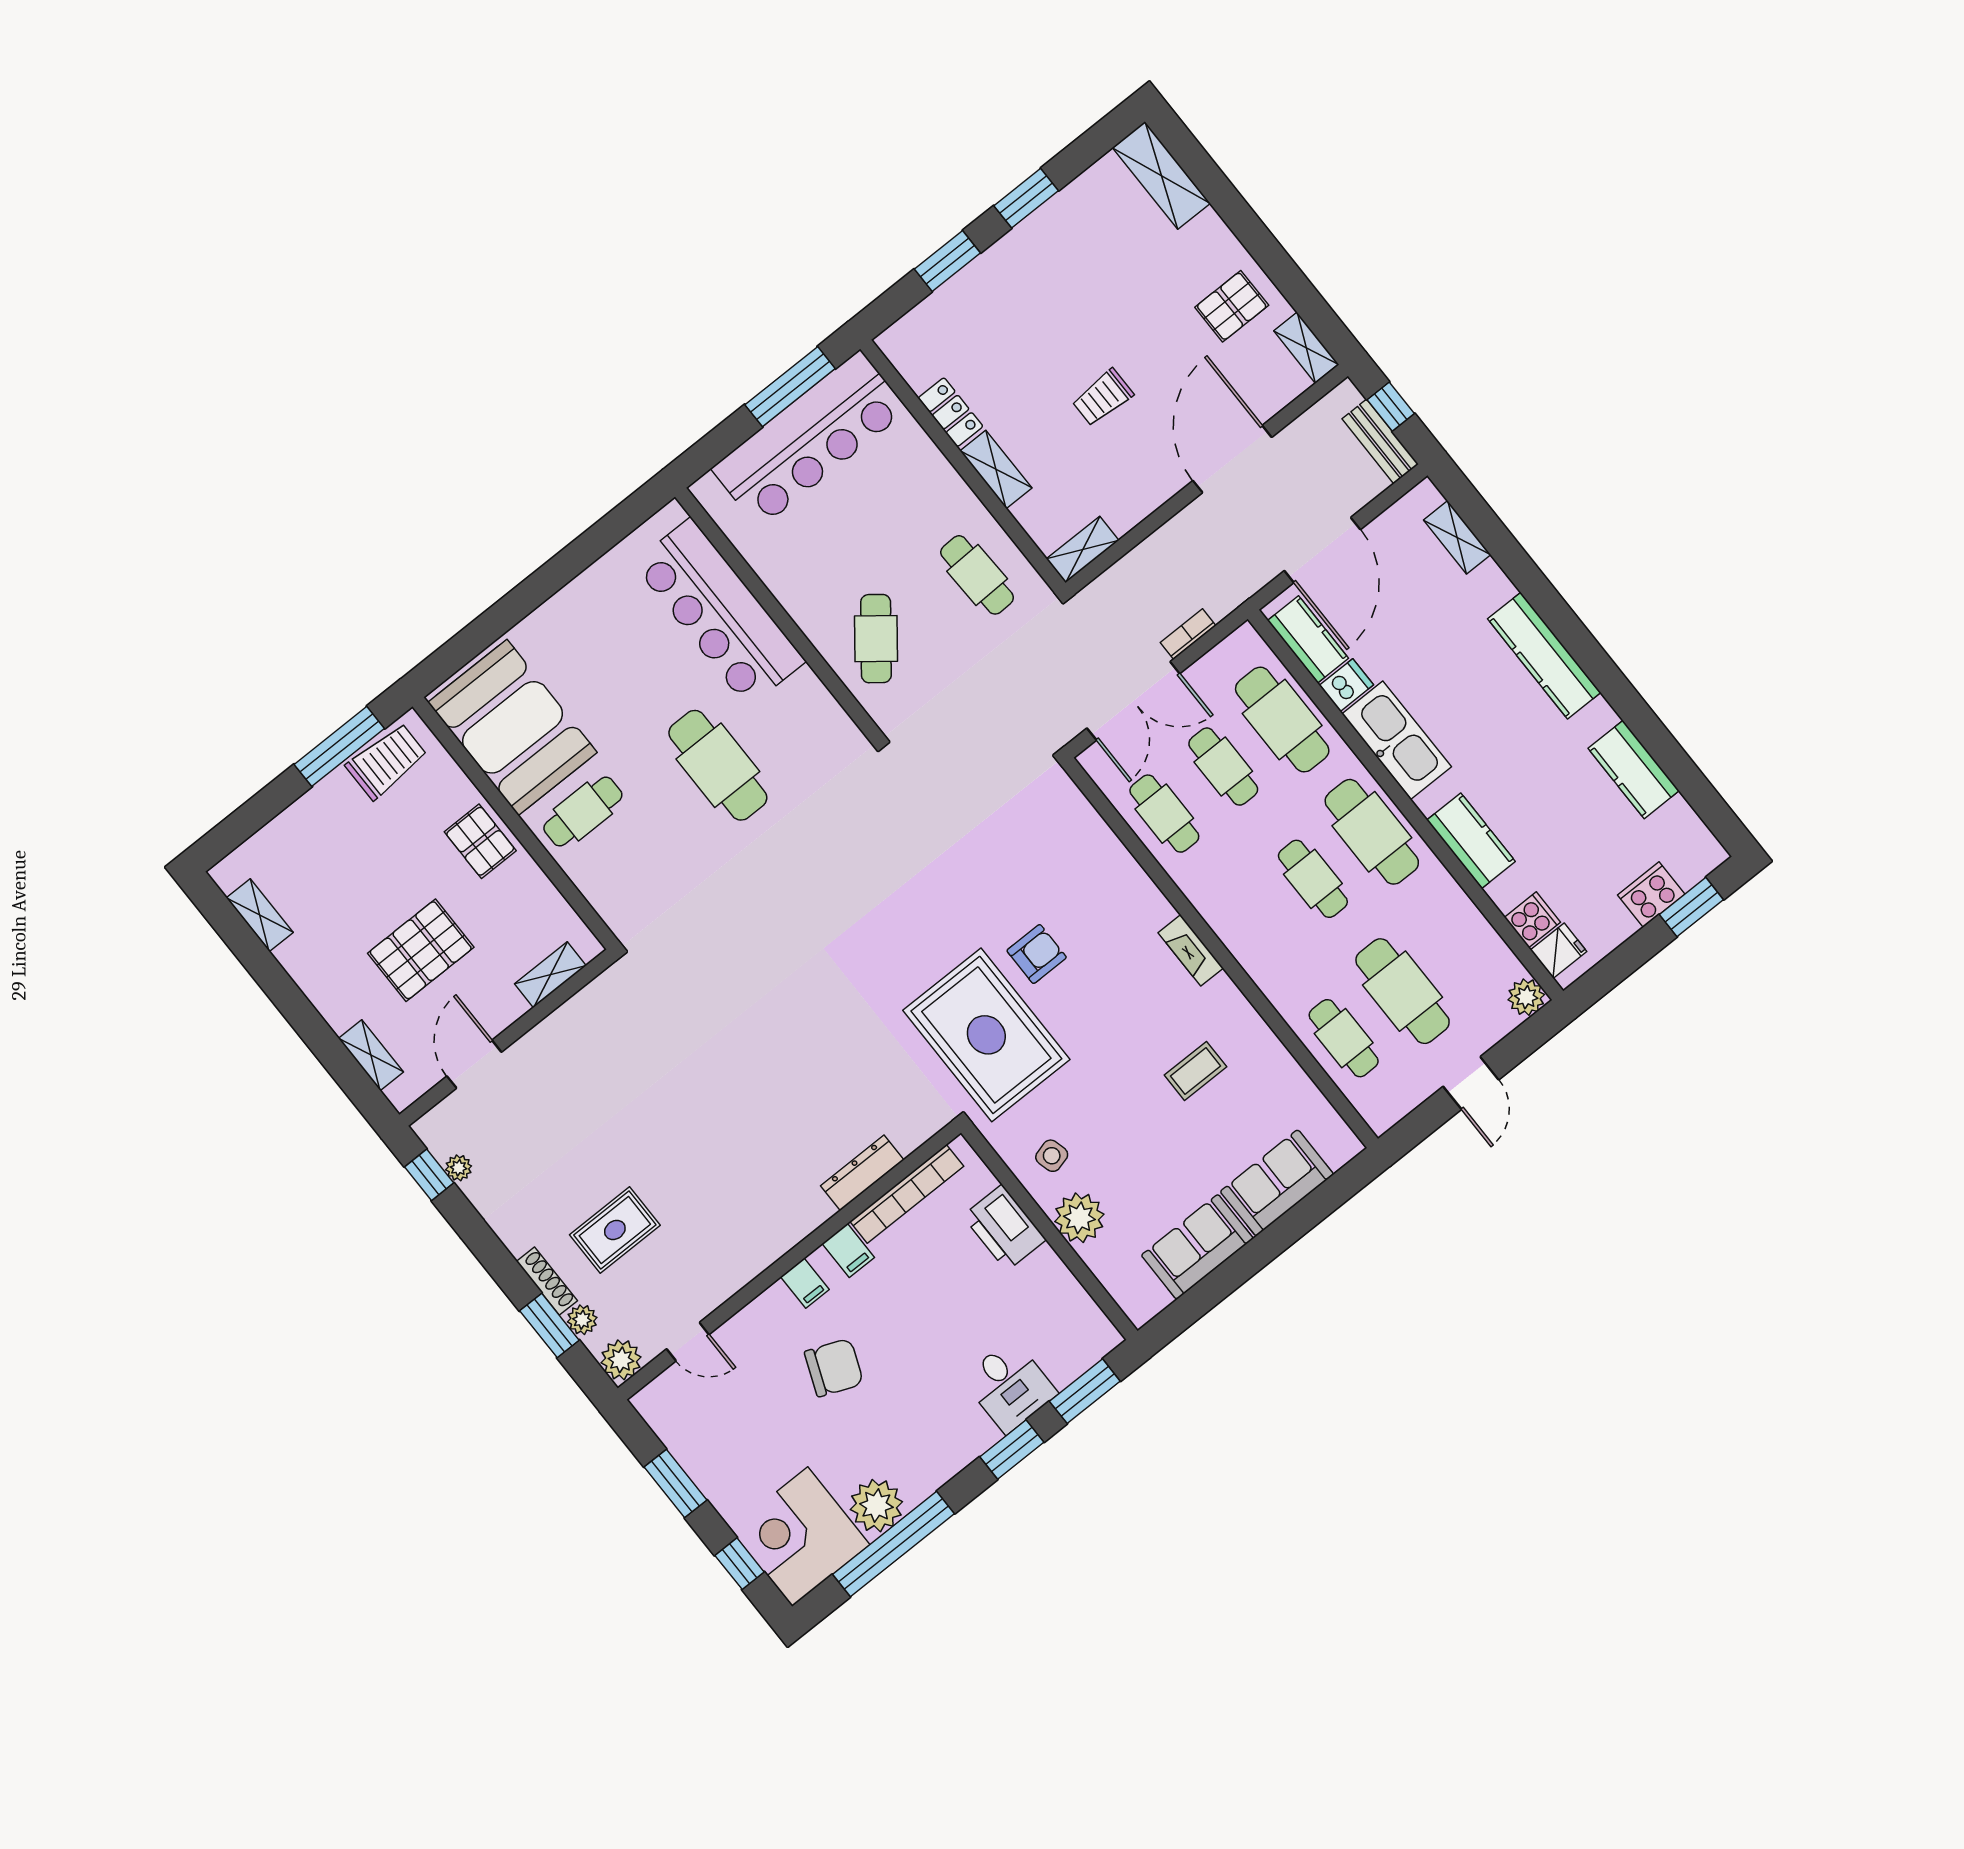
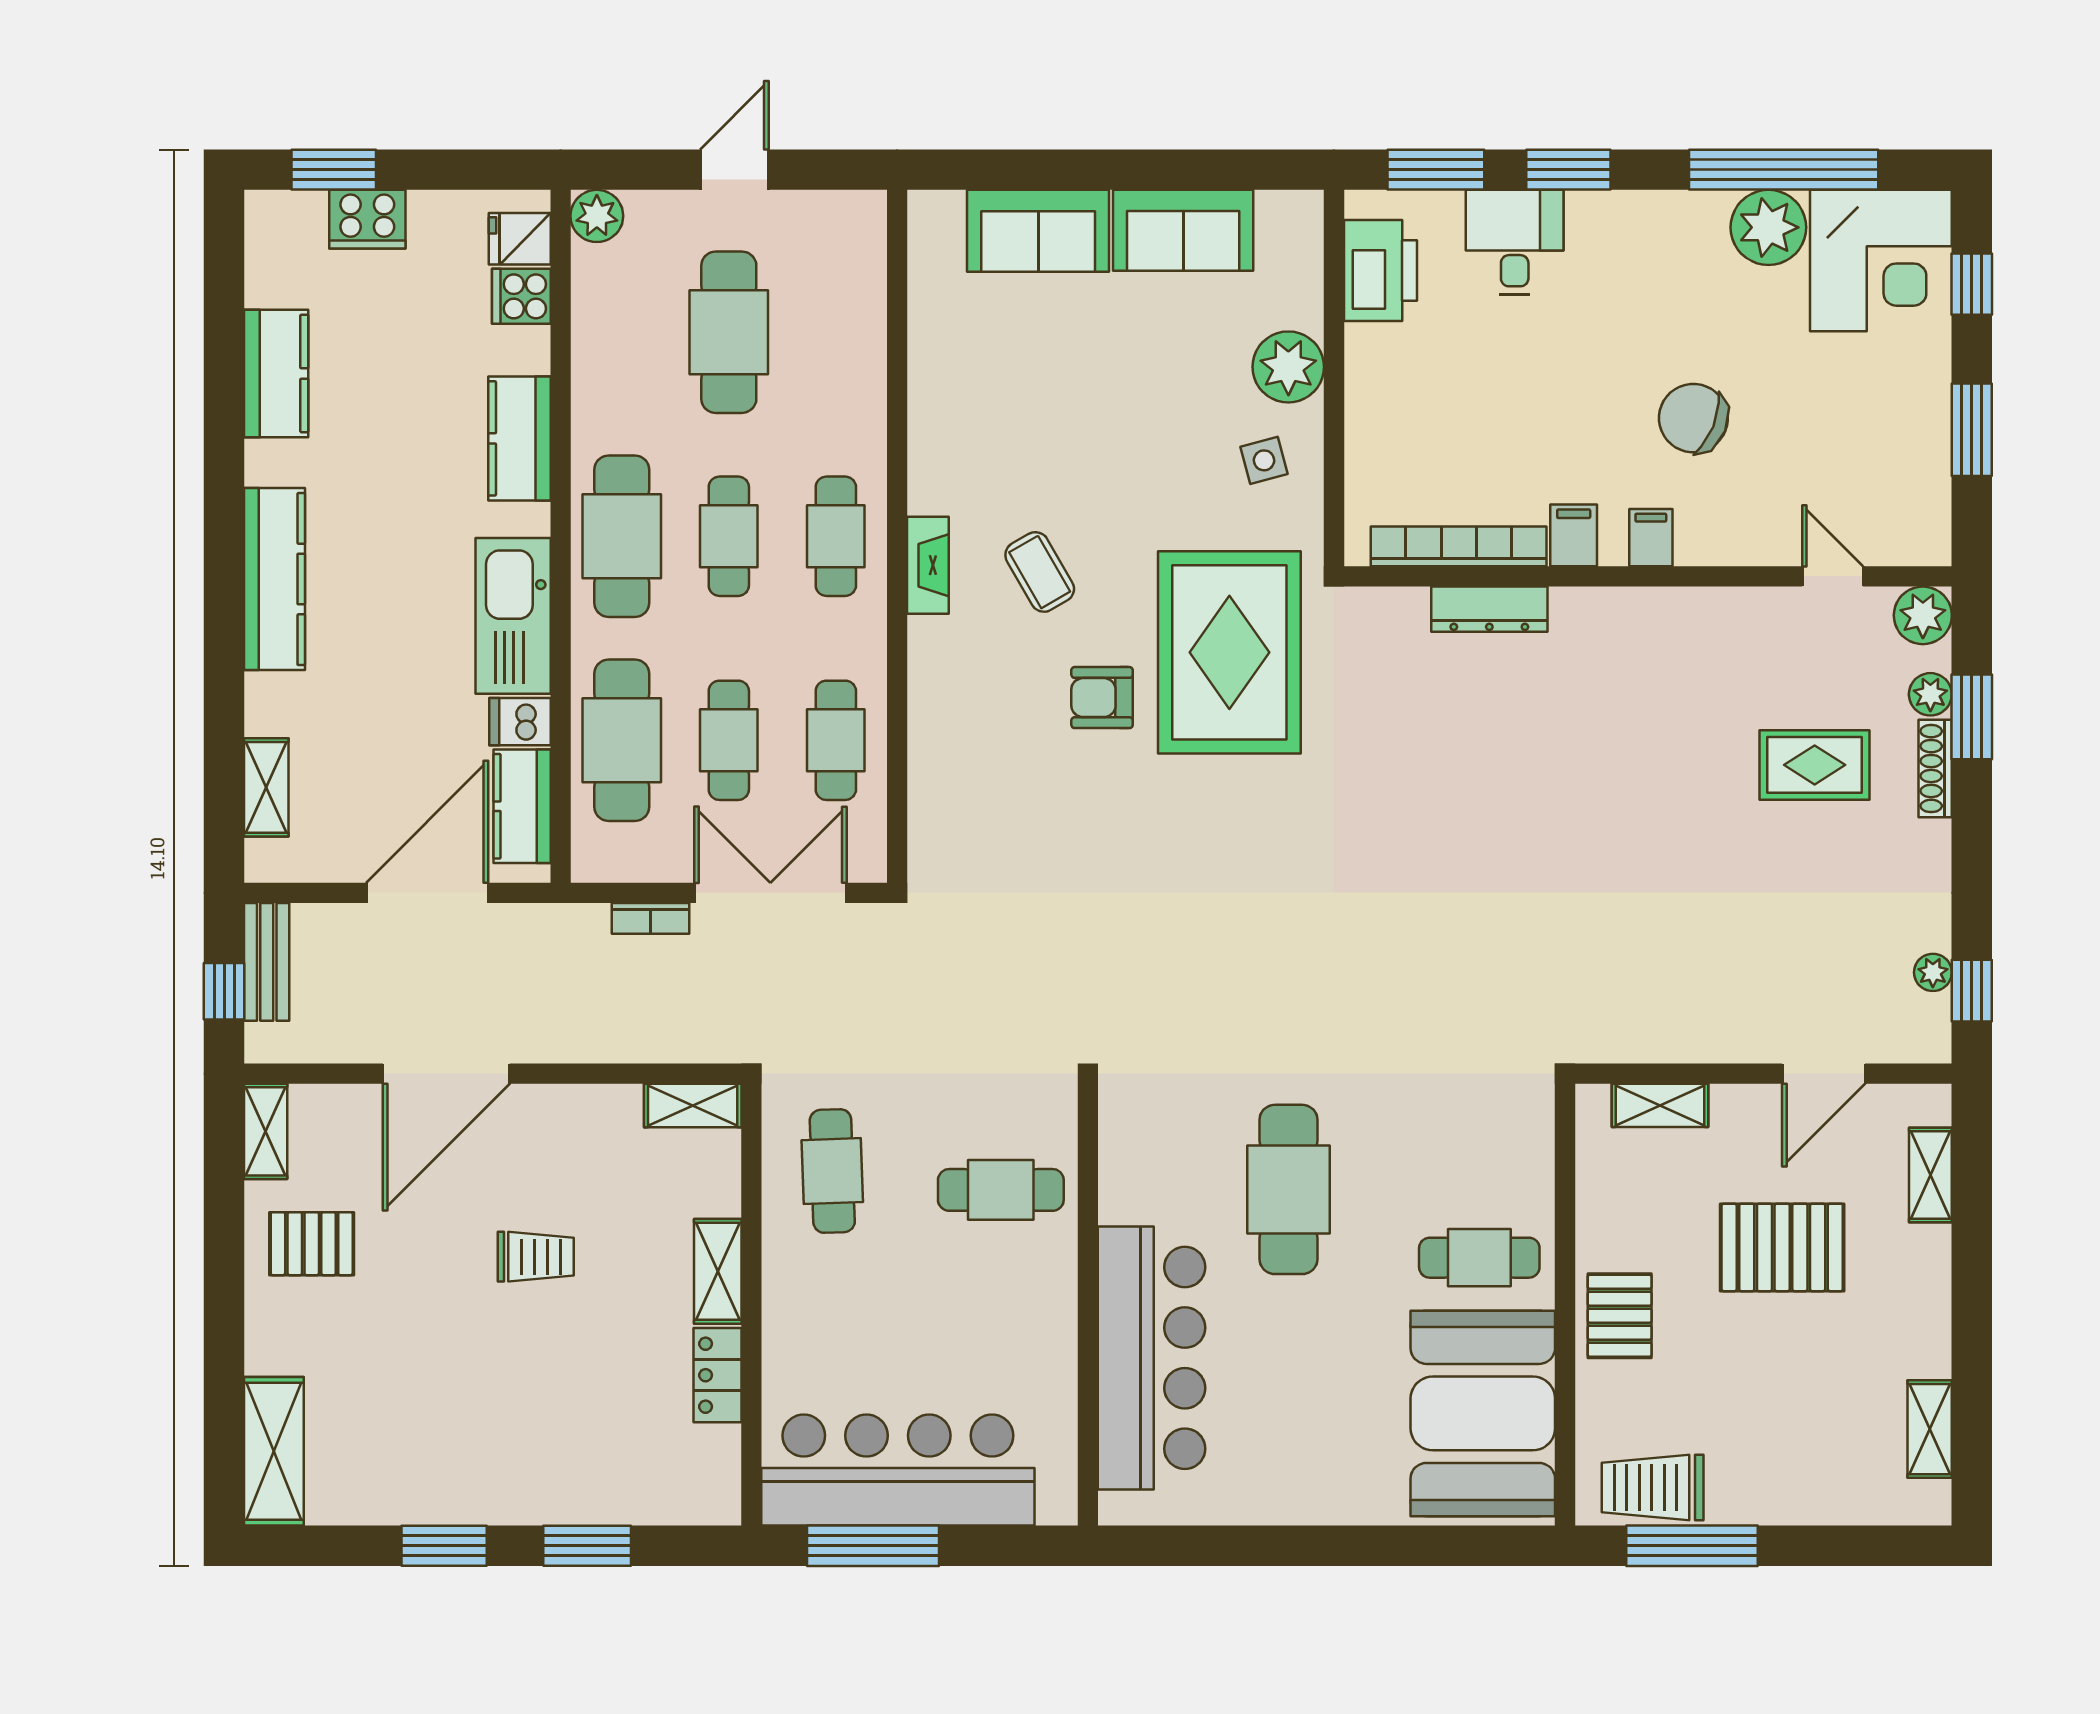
cafe table: (876, 639) -> (1001, 1190), turned 52
cafe table: (1344, 1038) -> (836, 536), moved
coffee table: (1195, 1071) -> (1040, 572), moved, turned 60
printer: (1004, 1228) -> (1380, 270), moved

